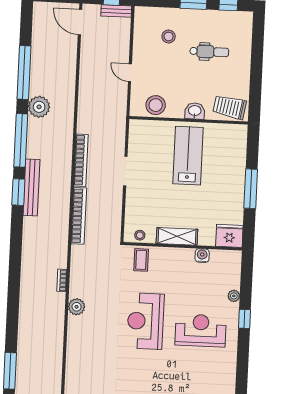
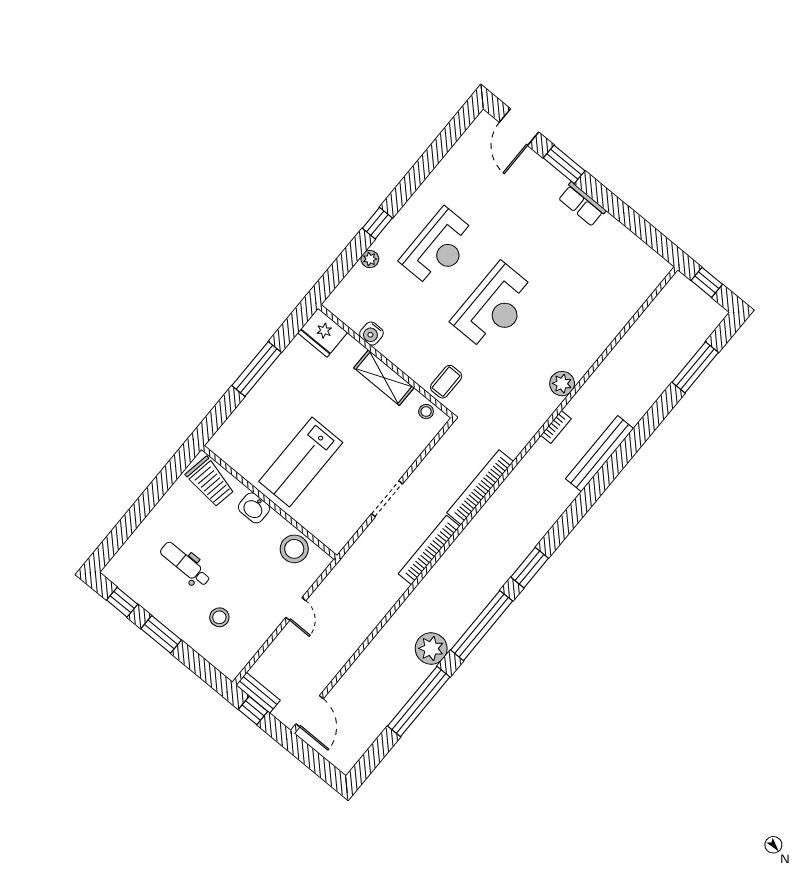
bench: (31, 187) -> (600, 454), moved
reception desk: (201, 331) -> (439, 248), turned -90

